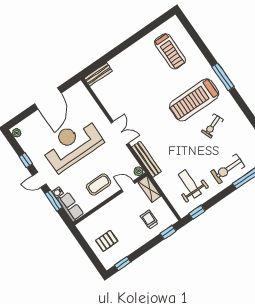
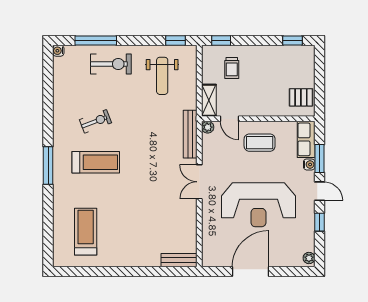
treadmill: (194, 100) -> (96, 162), width x0.73, depth x0.73
pallet: (107, 241) -> (301, 97), moved

